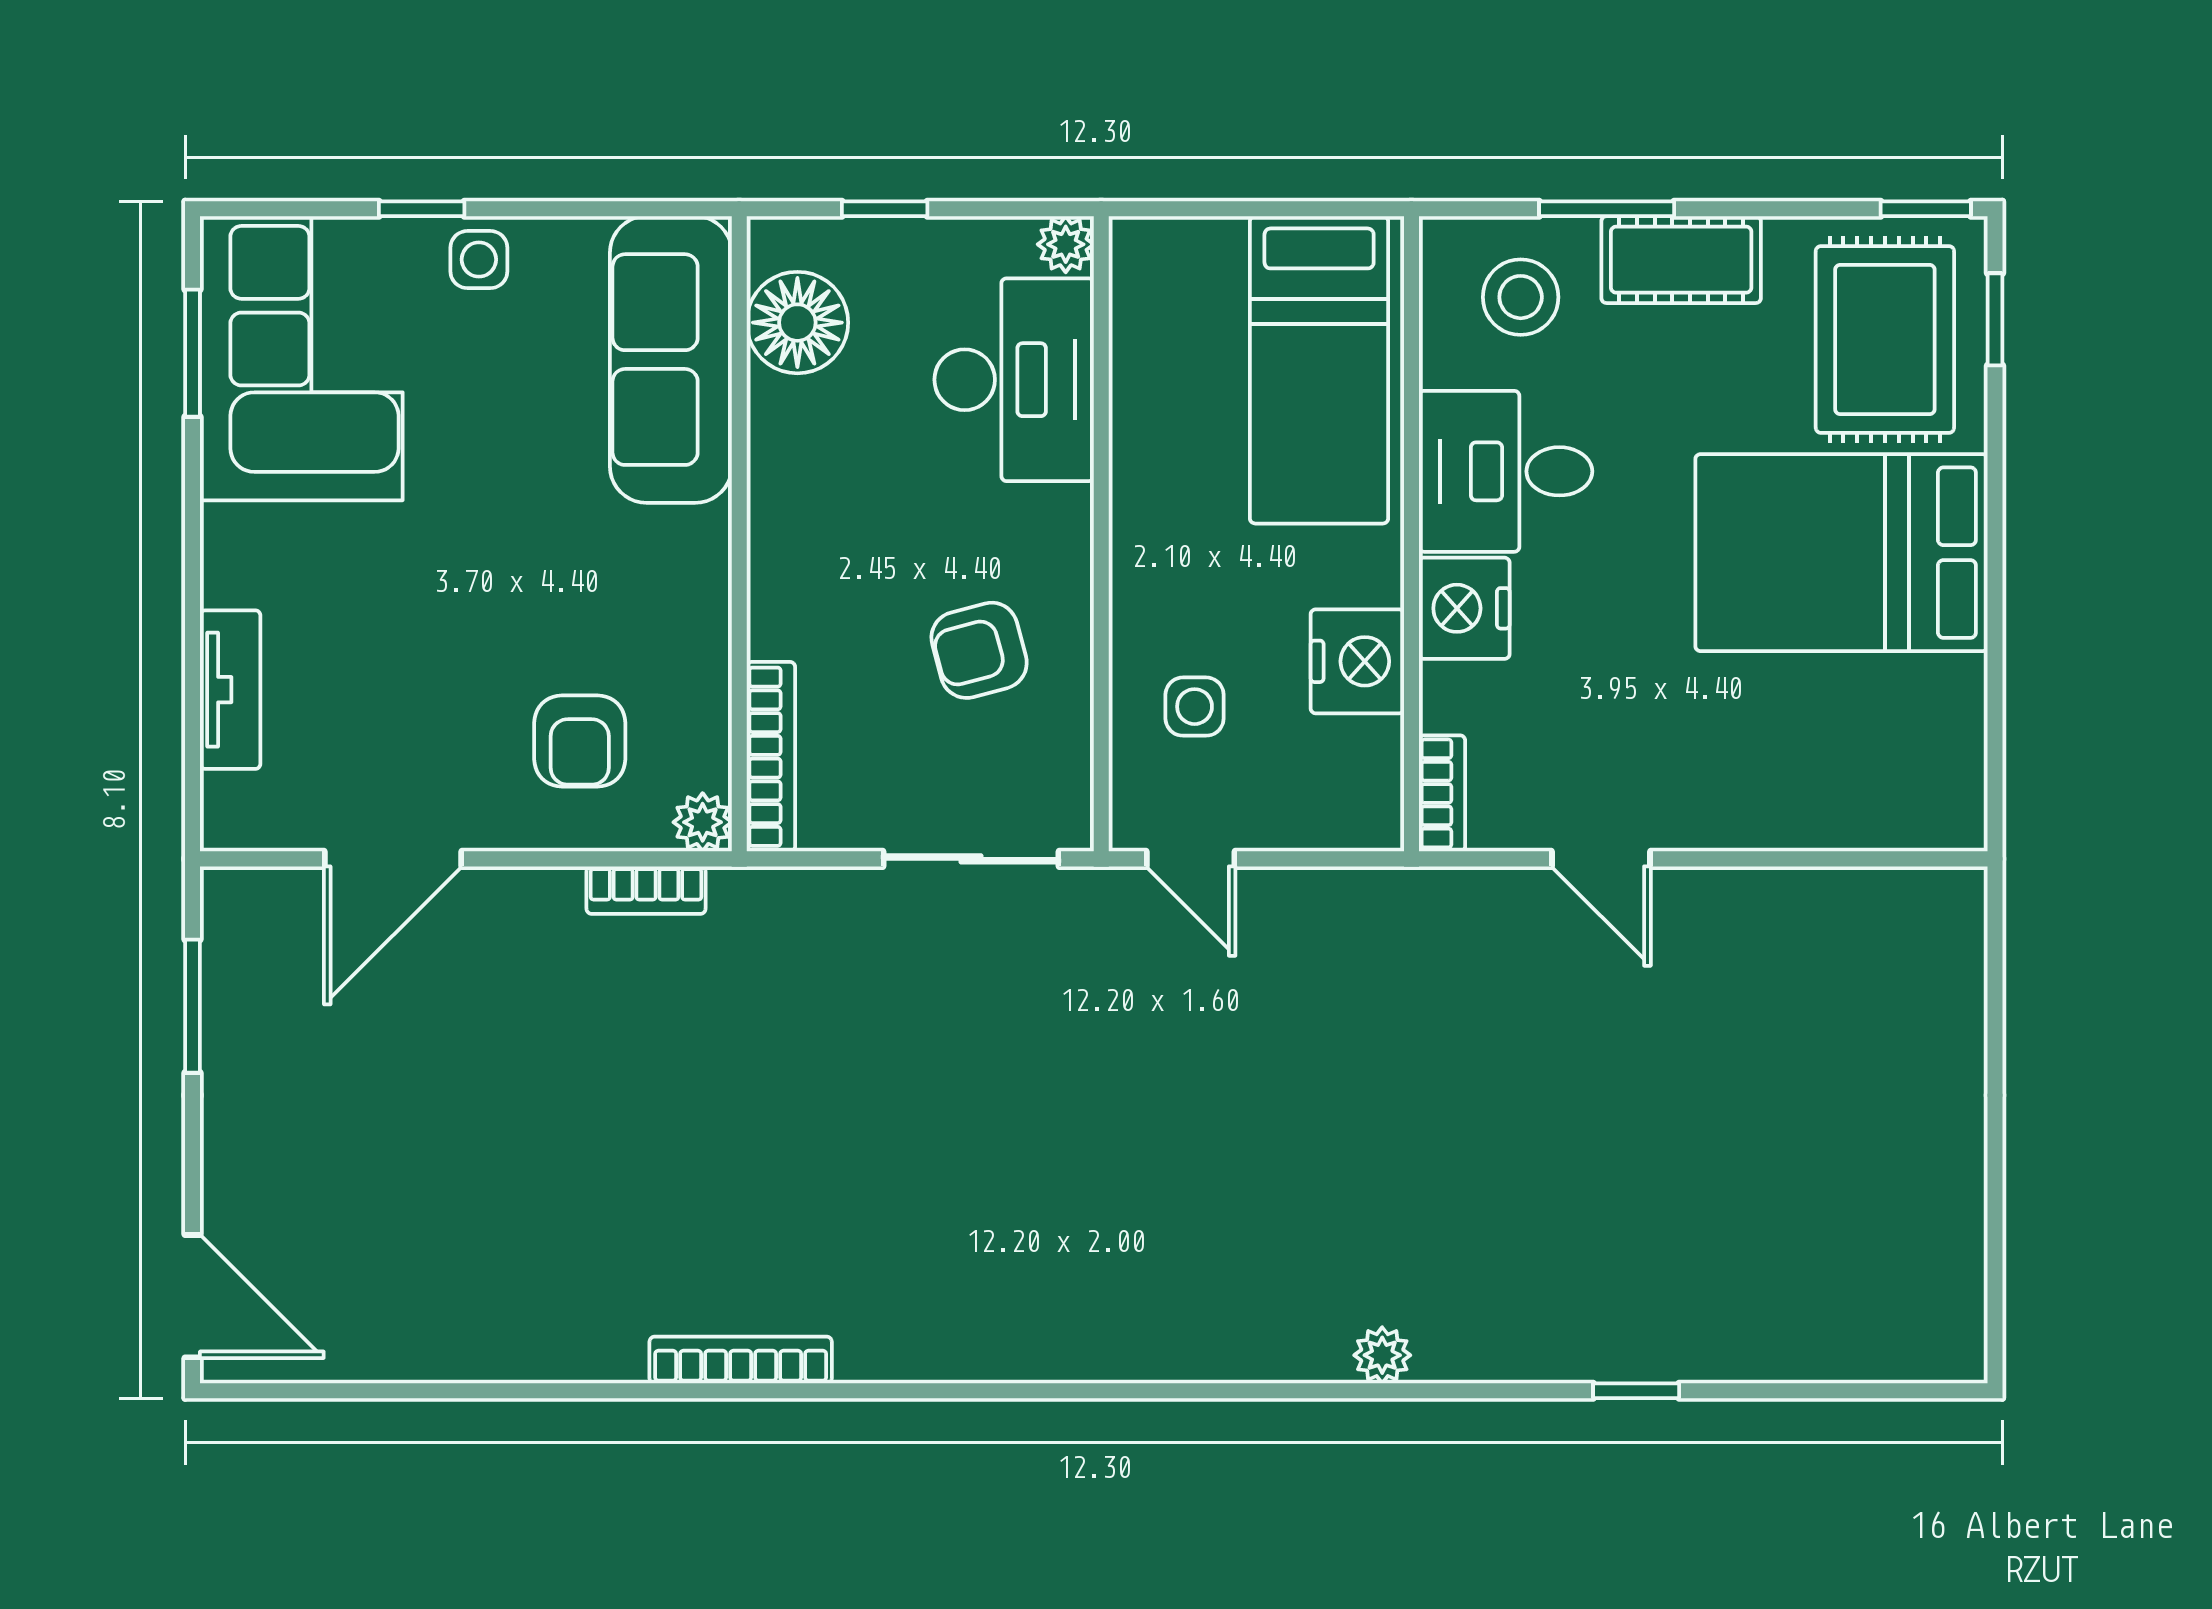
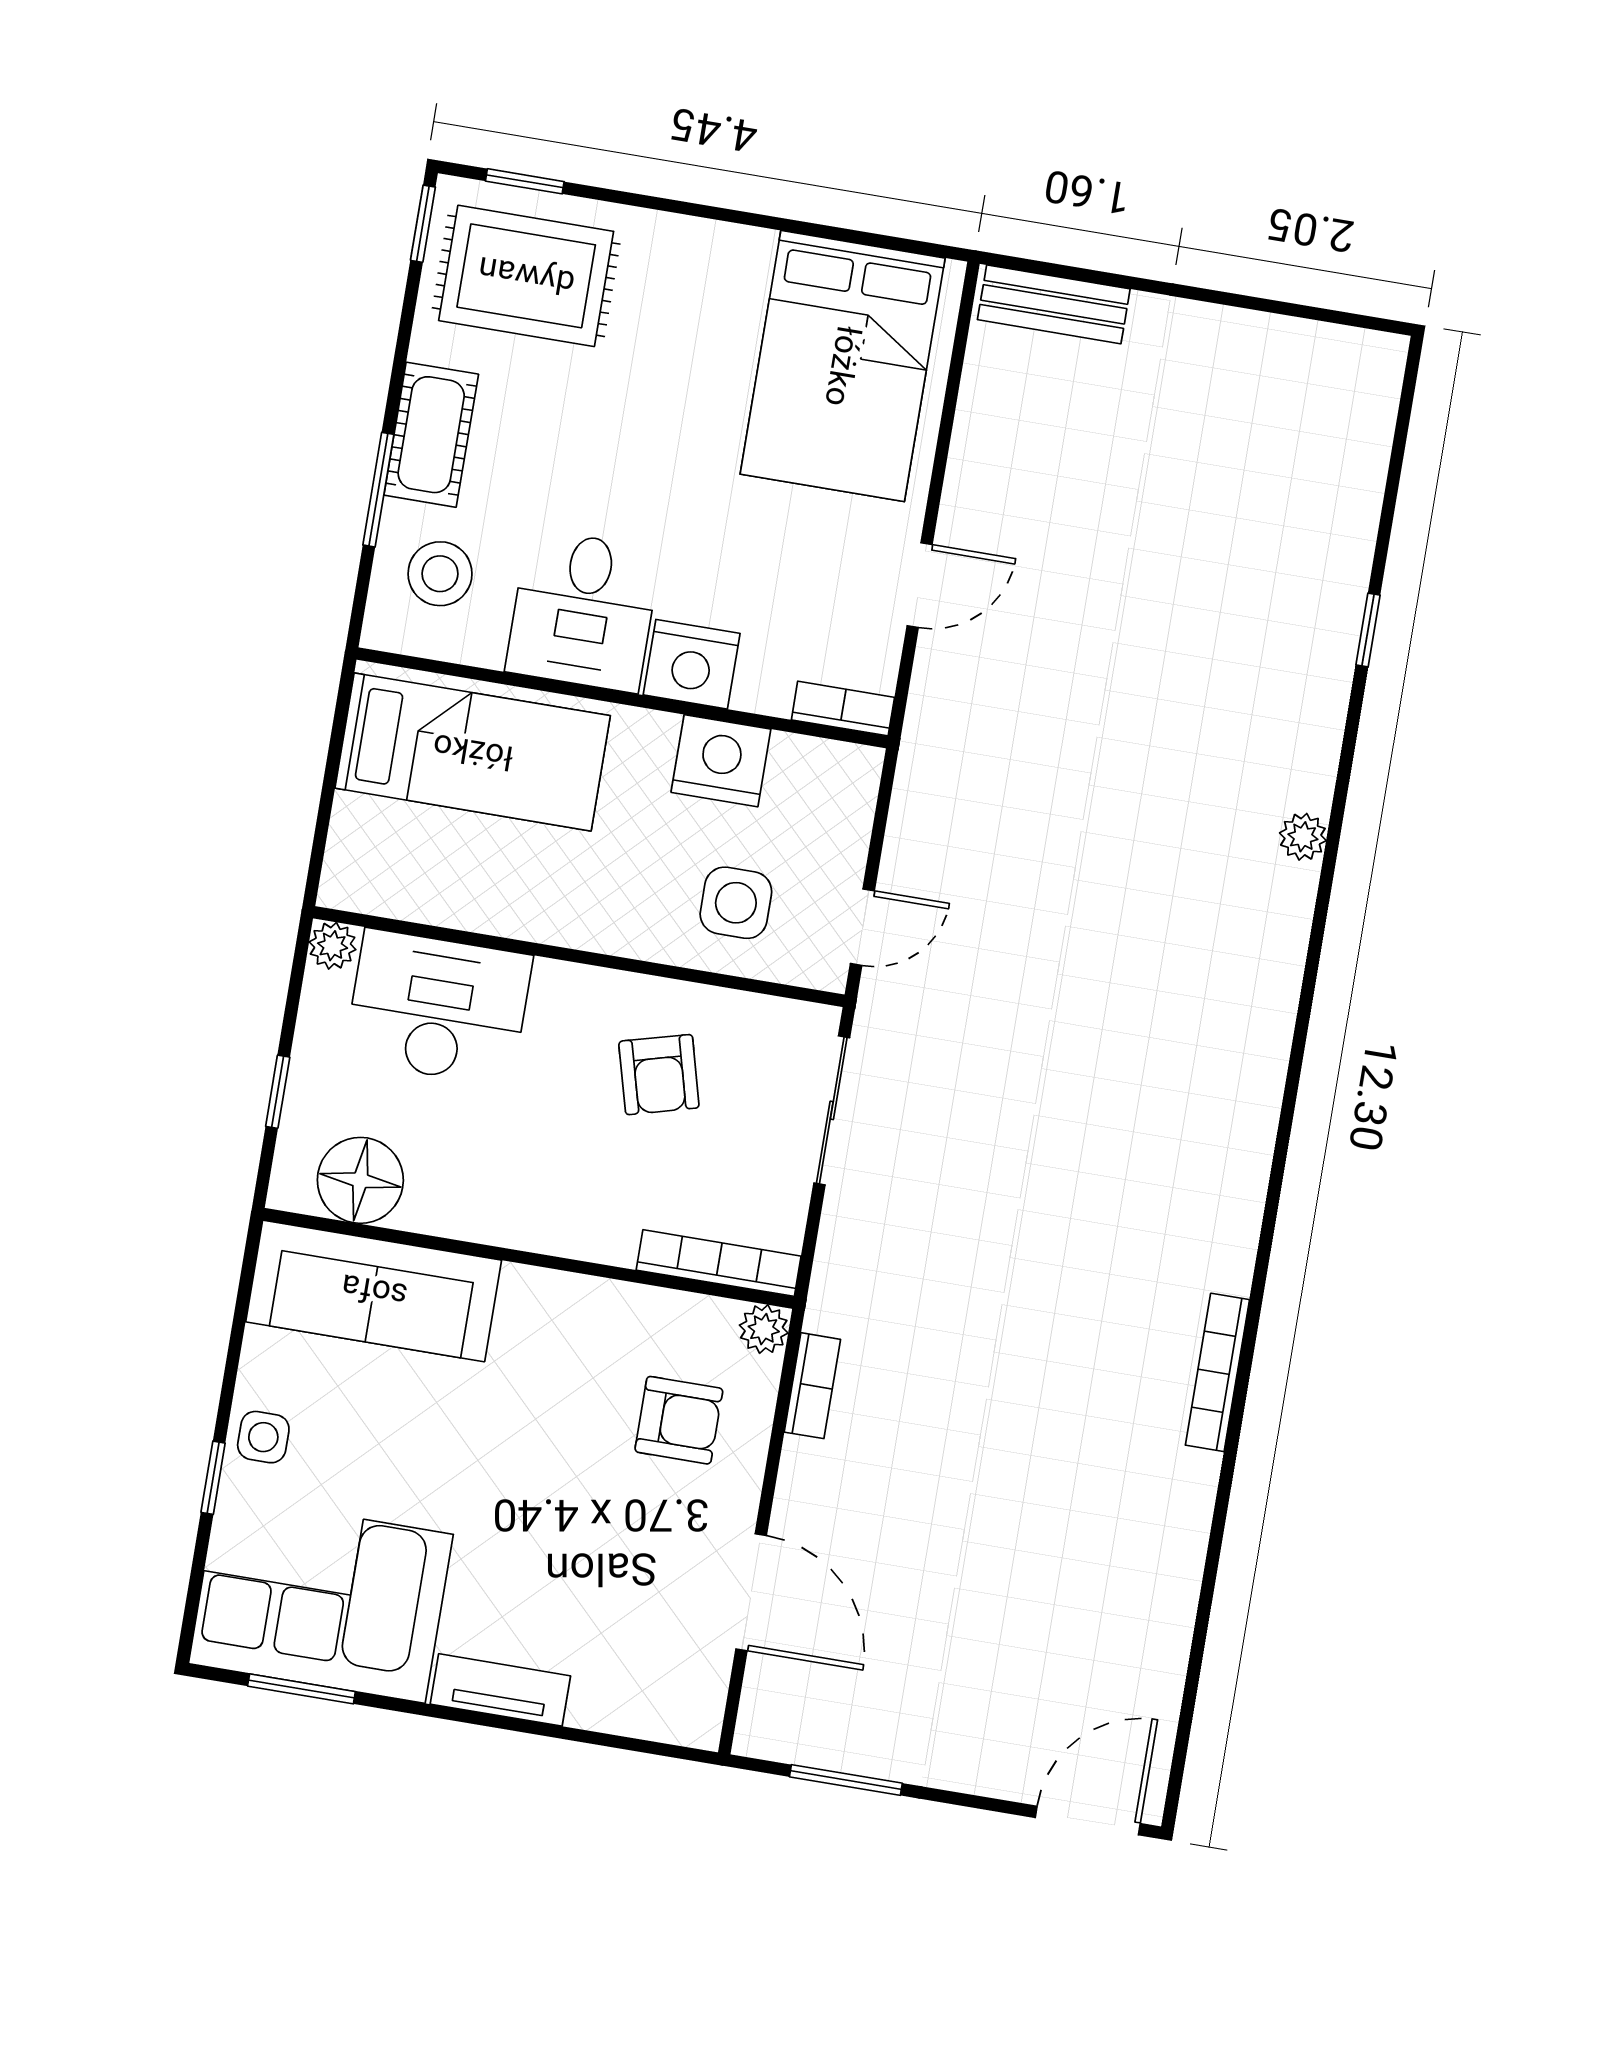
bed: (1841, 553) -> (843, 366), moved
tv unit: (230, 690) -> (500, 1690), moved
side table: (1195, 707) -> (736, 903), width x1.37, depth x1.37
bench: (1955, 961) -> (1054, 304), added

